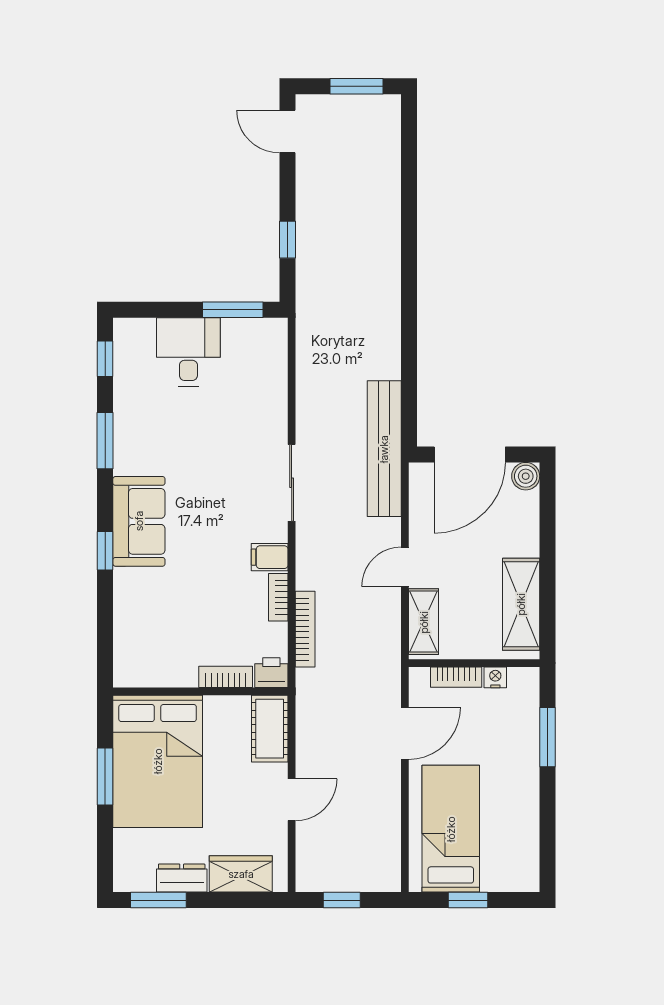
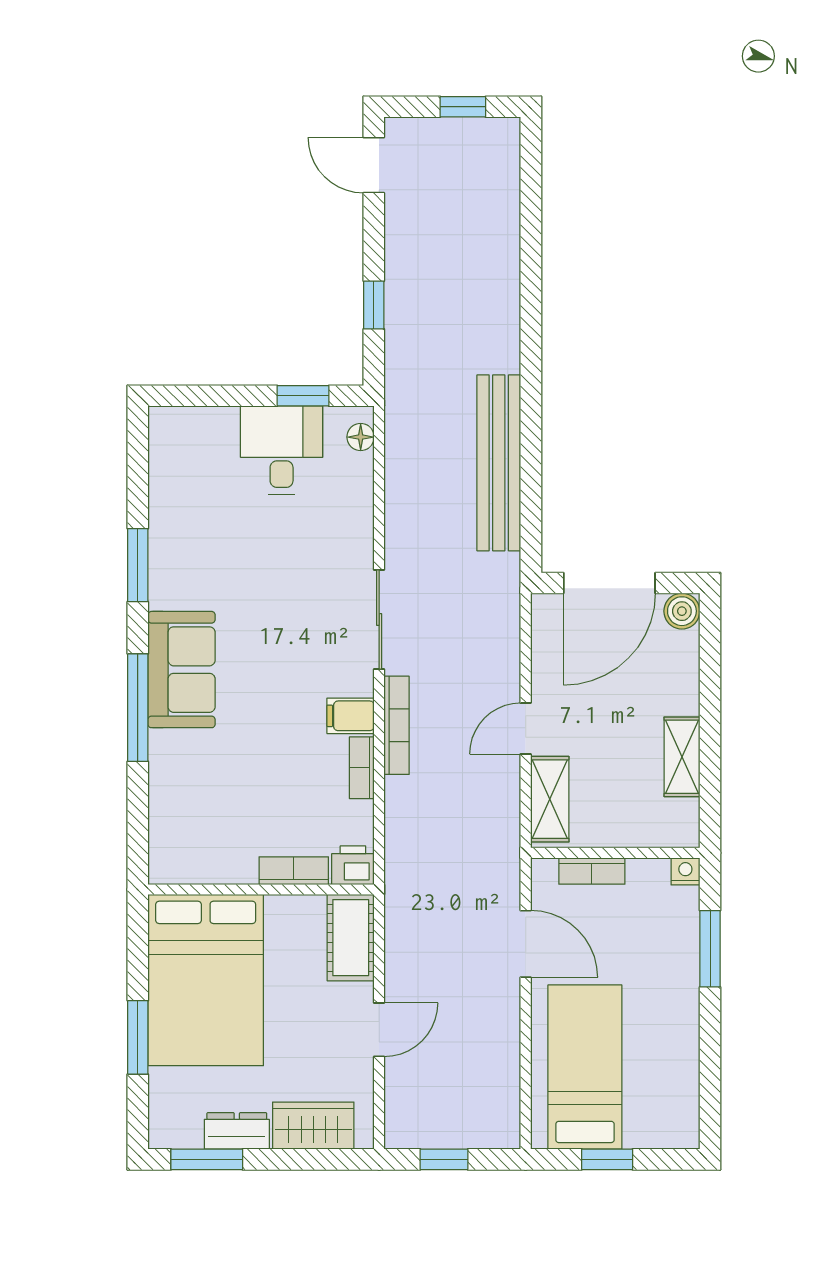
window: (356, 86) -> (463, 107), width x0.67
window: (233, 310) -> (303, 396), width x0.67
floor lamp: (277, 342) -> (361, 437), added
desk: (188, 352) -> (282, 450), moved
window: (105, 359) -> (138, 459), removed
bench: (384, 449) -> (499, 463), moved
window: (105, 551) -> (138, 708), width x2.17
shelving: (521, 604) -> (682, 757), width x0.67, depth x0.75
bookcase: (305, 629) -> (397, 725), moved
nightstand: (495, 677) -> (685, 871), moved
door: (405, 733) -> (526, 944), hinge flipped
window: (105, 776) -> (138, 1037), moved

